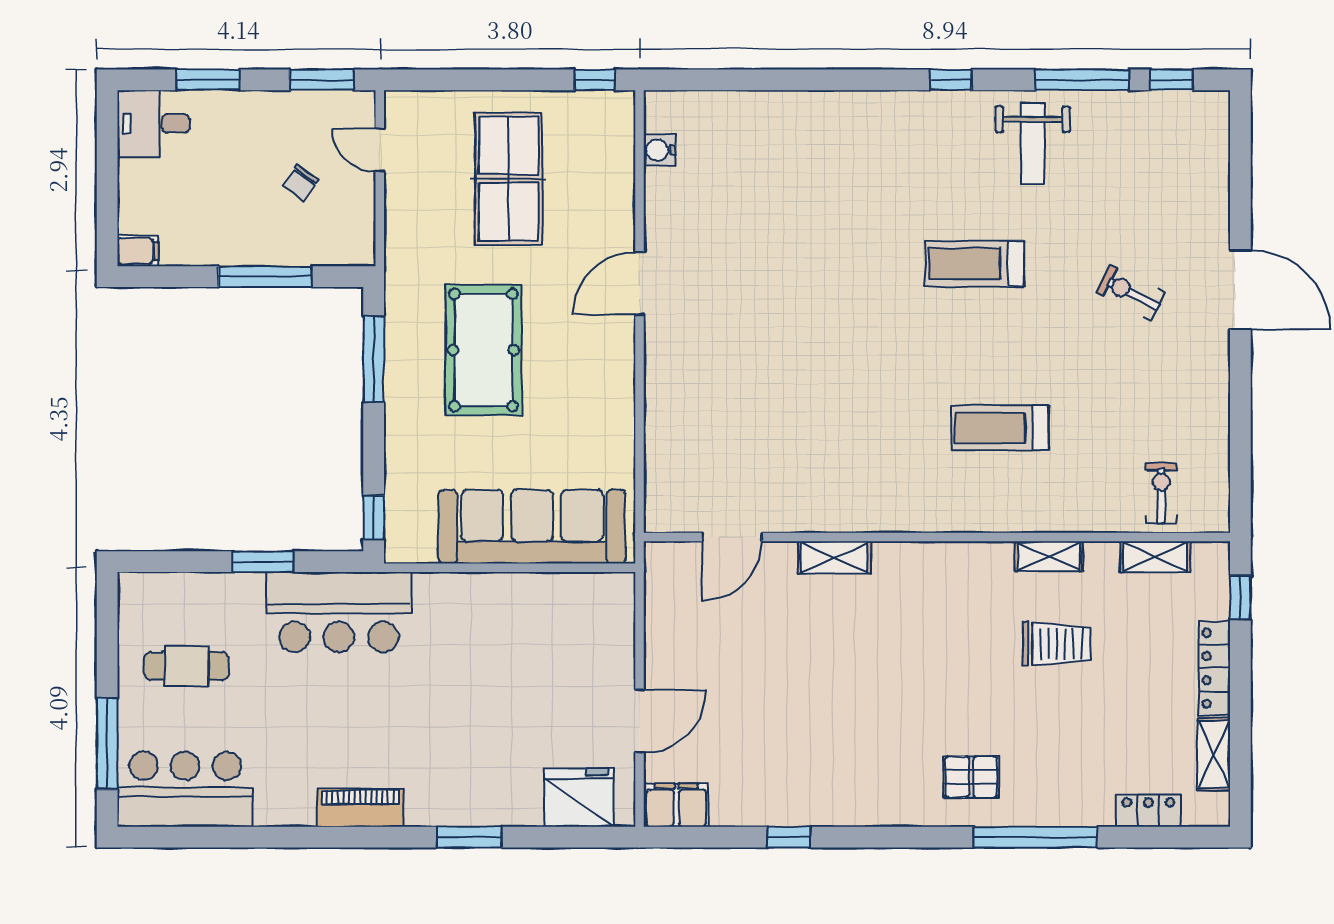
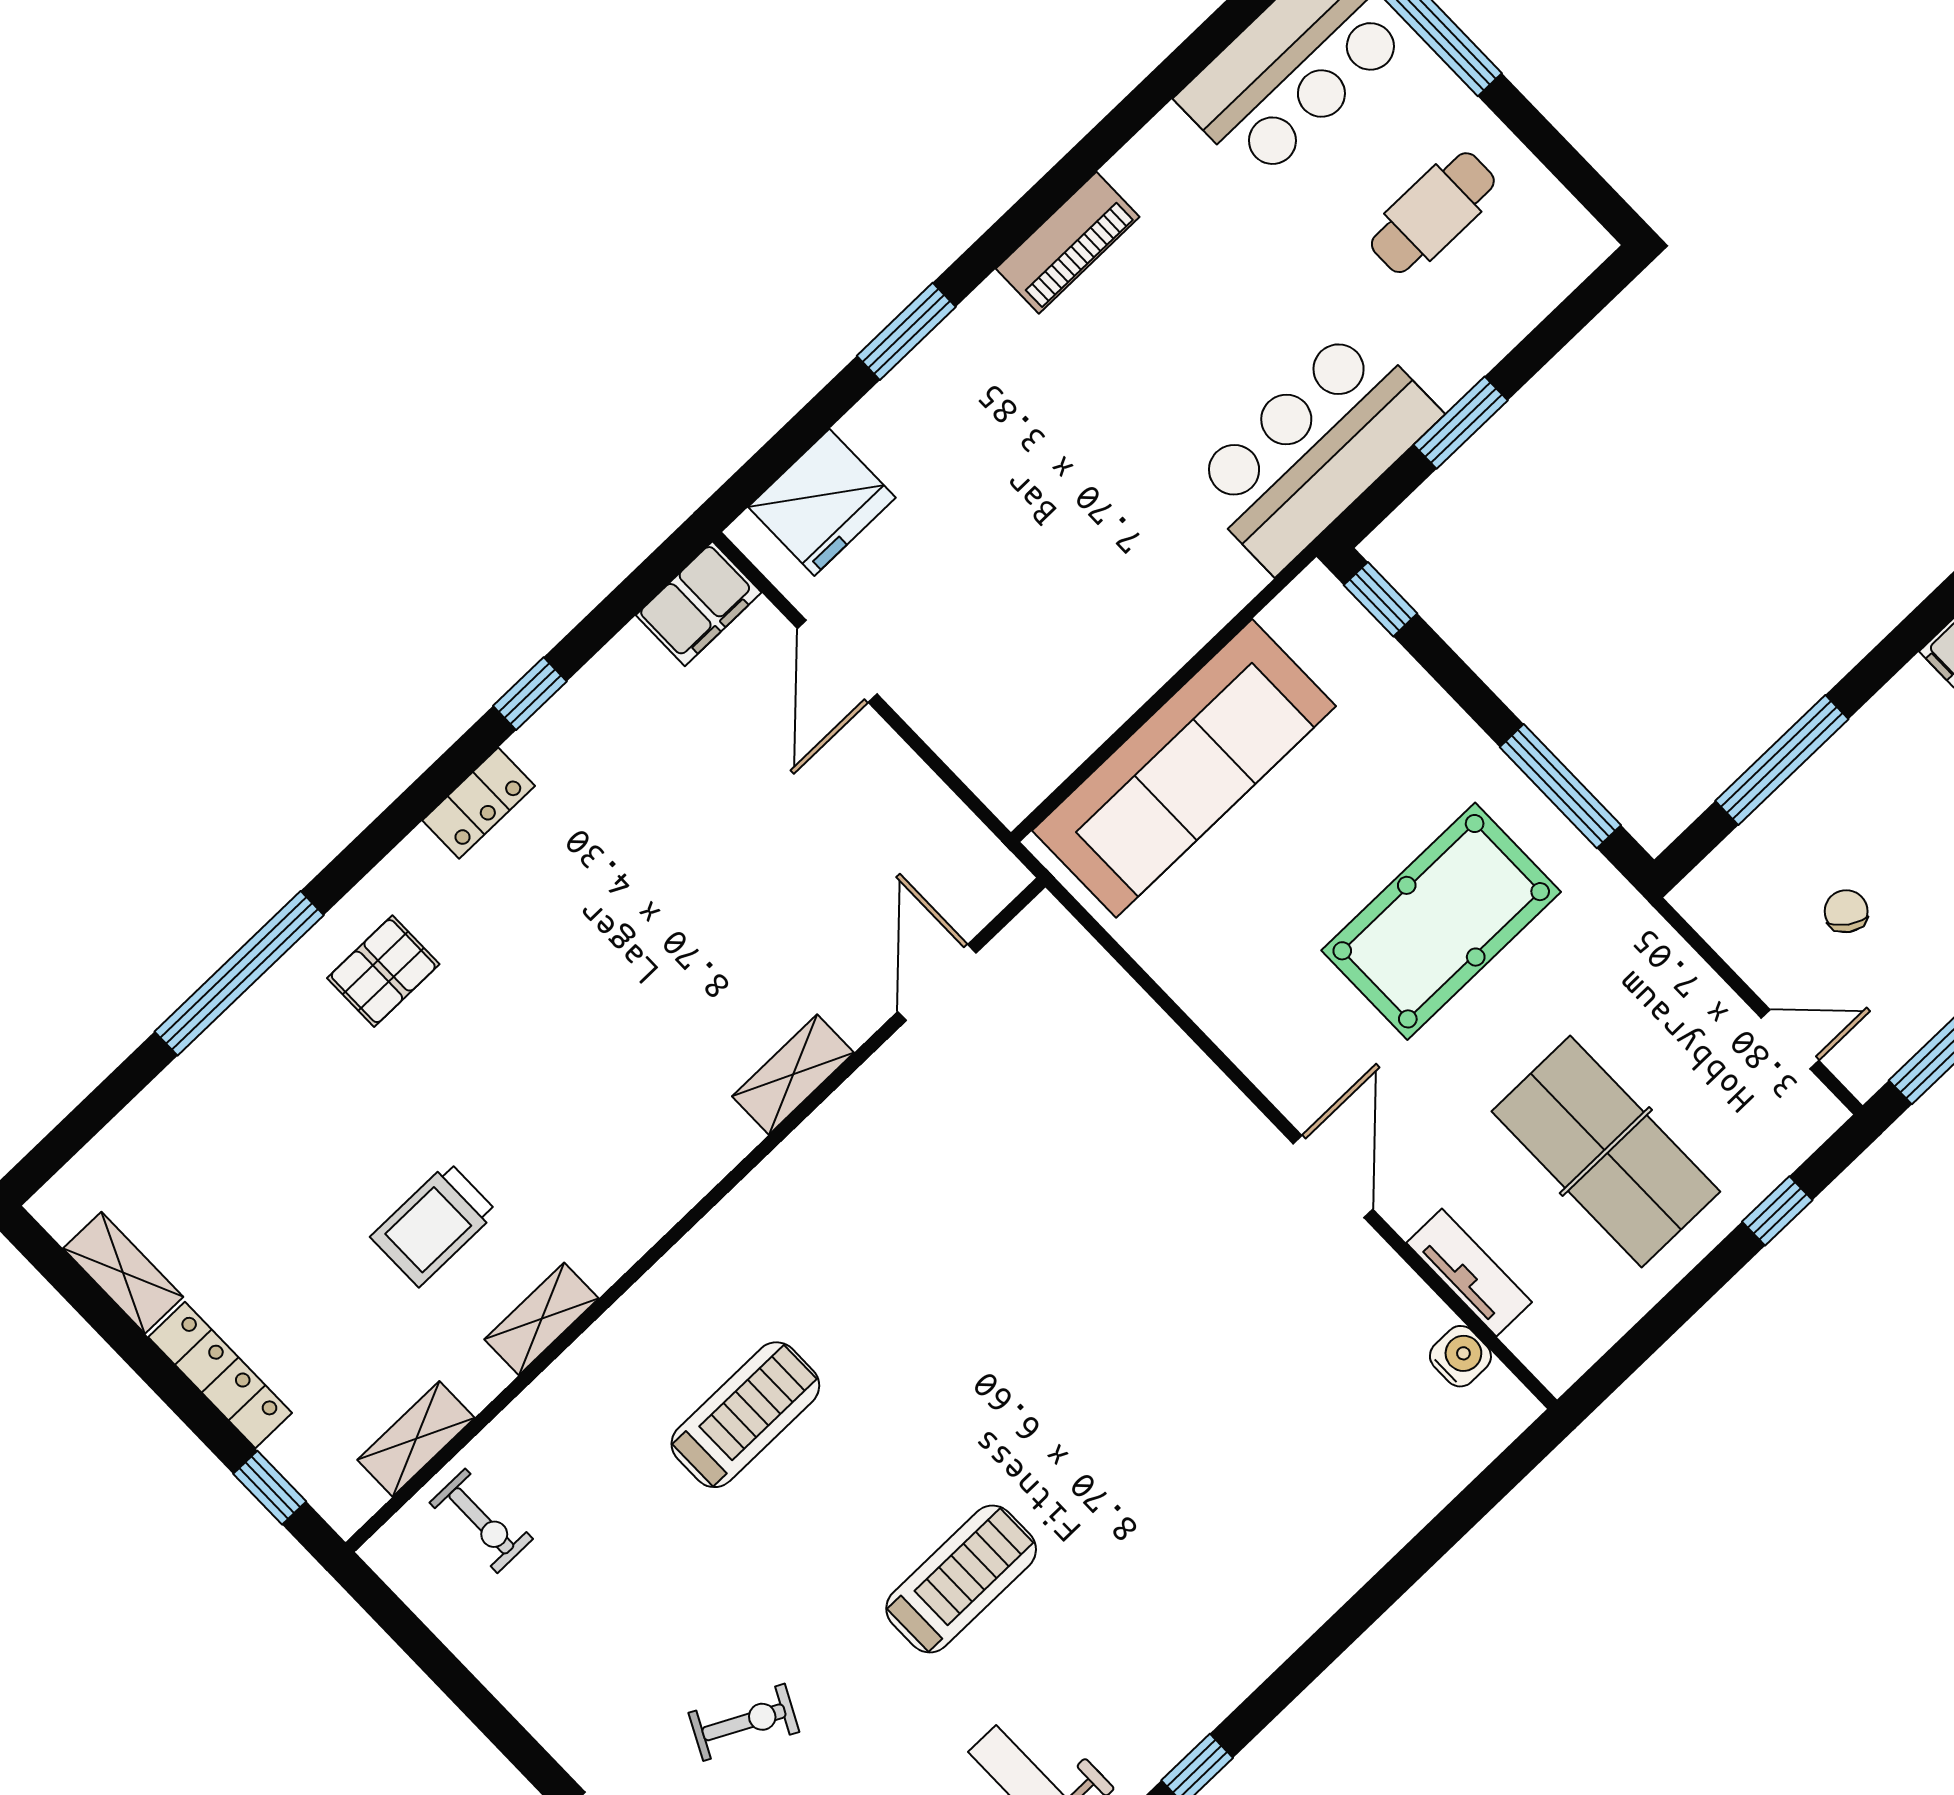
window: (595, 80) -> (1777, 1211), moved
tv unit: (620, 183) -> (1469, 1273), added
pool table: (484, 350) -> (1441, 921), turned 90
locker: (1148, 811) -> (479, 803), moved

